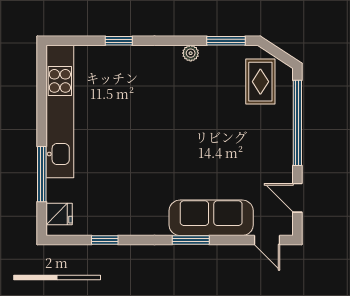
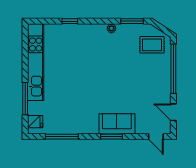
rug: (260, 82) -> (152, 45), turned 90
sofa: (211, 218) -> (117, 124), width x0.73
window: (105, 240) -> (62, 137), width x2.17

